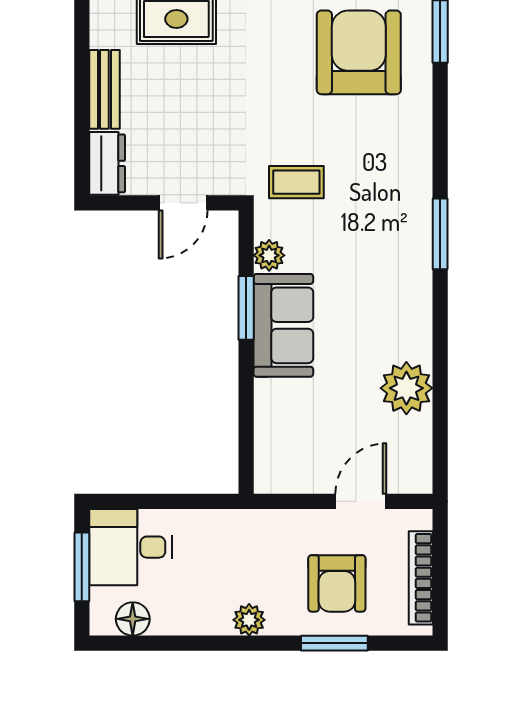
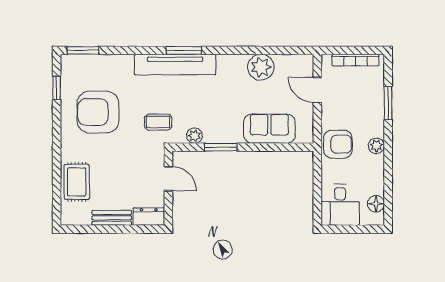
armchair: (359, 52) -> (98, 112), moved
coffee table: (296, 182) -> (158, 122), turned 90
tv unit: (412, 216) -> (175, 64), added
sofa: (283, 325) -> (269, 129), moved
window: (82, 567) -> (350, 229), removed
armchair: (337, 583) -> (338, 144), moved

